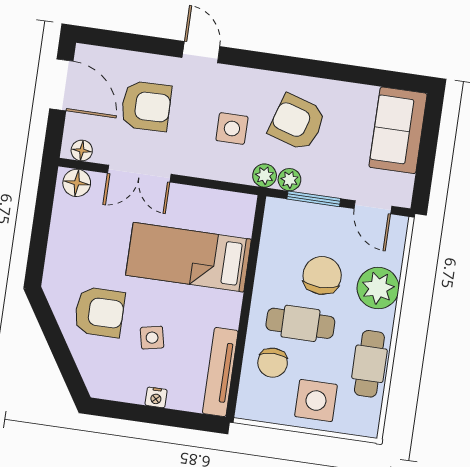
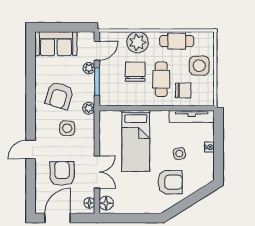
plant: (289, 180) -> (89, 68), moved
chair: (322, 275) -> (135, 72), turned 90
armchair: (99, 312) -> (170, 182), turned 90

